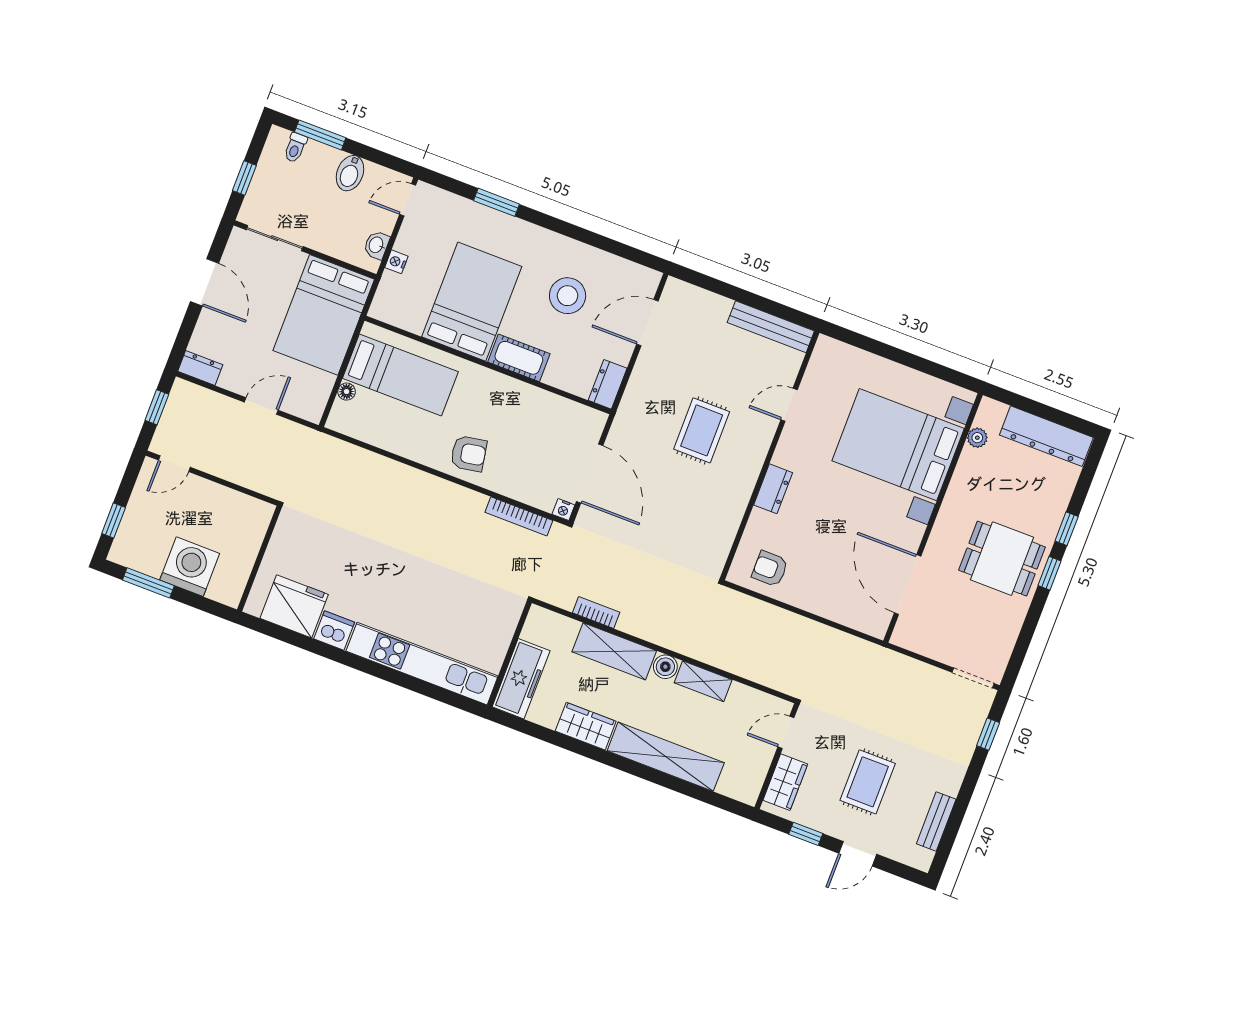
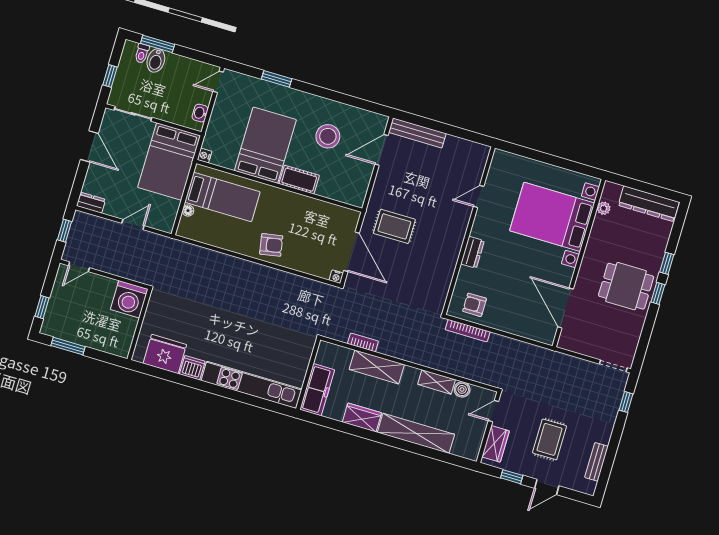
bidet: (350, 173) -> (156, 60), moved
nightstand: (396, 262) -> (204, 156), moved
bench: (771, 327) -> (417, 133), moved
dresser: (608, 384) -> (359, 192), removed
rug: (702, 430) -> (394, 226), moved, turned 90
bookcase: (519, 516) -> (468, 331), moved
washing machine: (190, 567) -> (129, 299), moved, turned 180
boiler: (665, 667) -> (462, 389), moved

